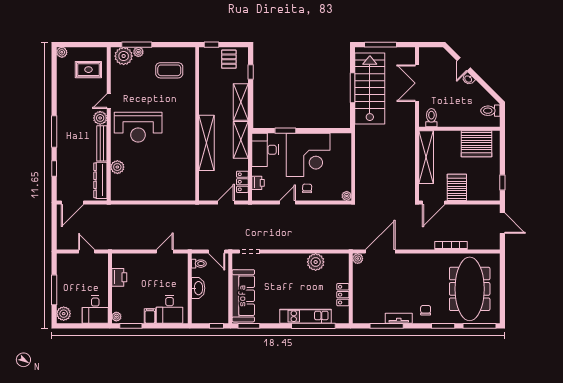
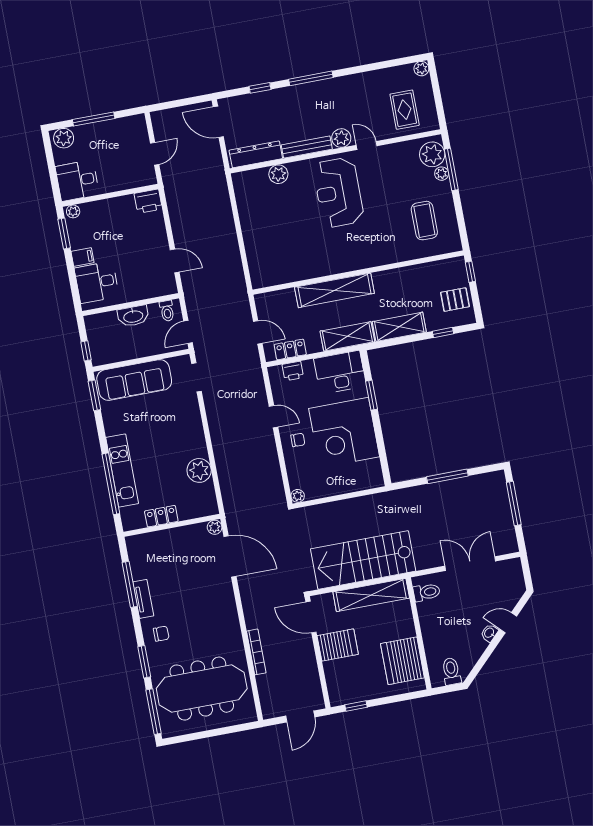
stairs: (370, 89) -> (363, 560), moved, turned 180
printer: (119, 277) -> (148, 201), moved

